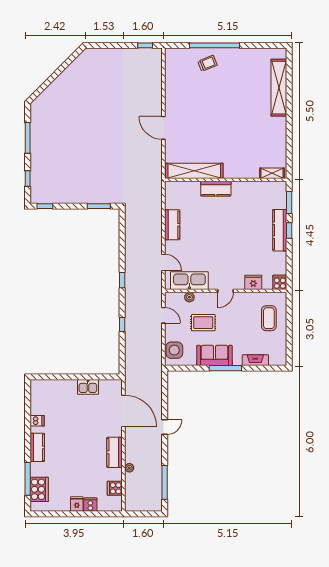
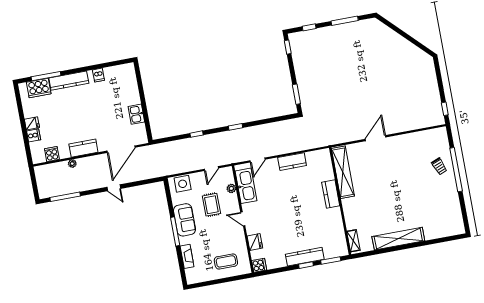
shelving: (279, 88) -> (398, 239), moved
kitchen counter: (37, 447) -> (69, 81), width x1.50

